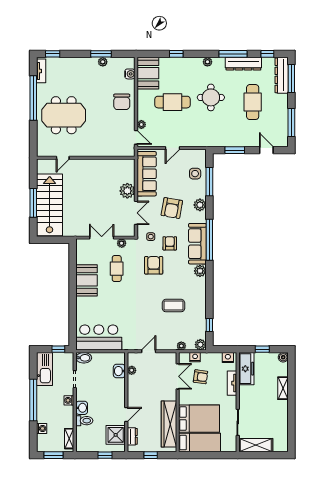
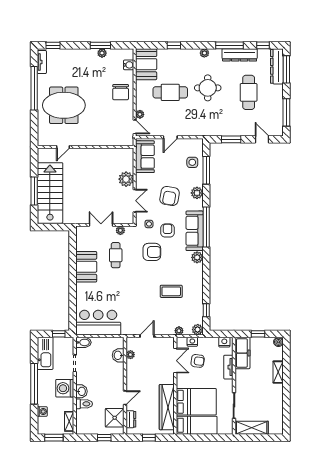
sofa: (147, 174) -> (145, 157), width x0.73
armchair: (154, 265) -> (152, 252), turned 90
washing machine: (69, 400) -> (65, 388), width x1.89, depth x1.89

